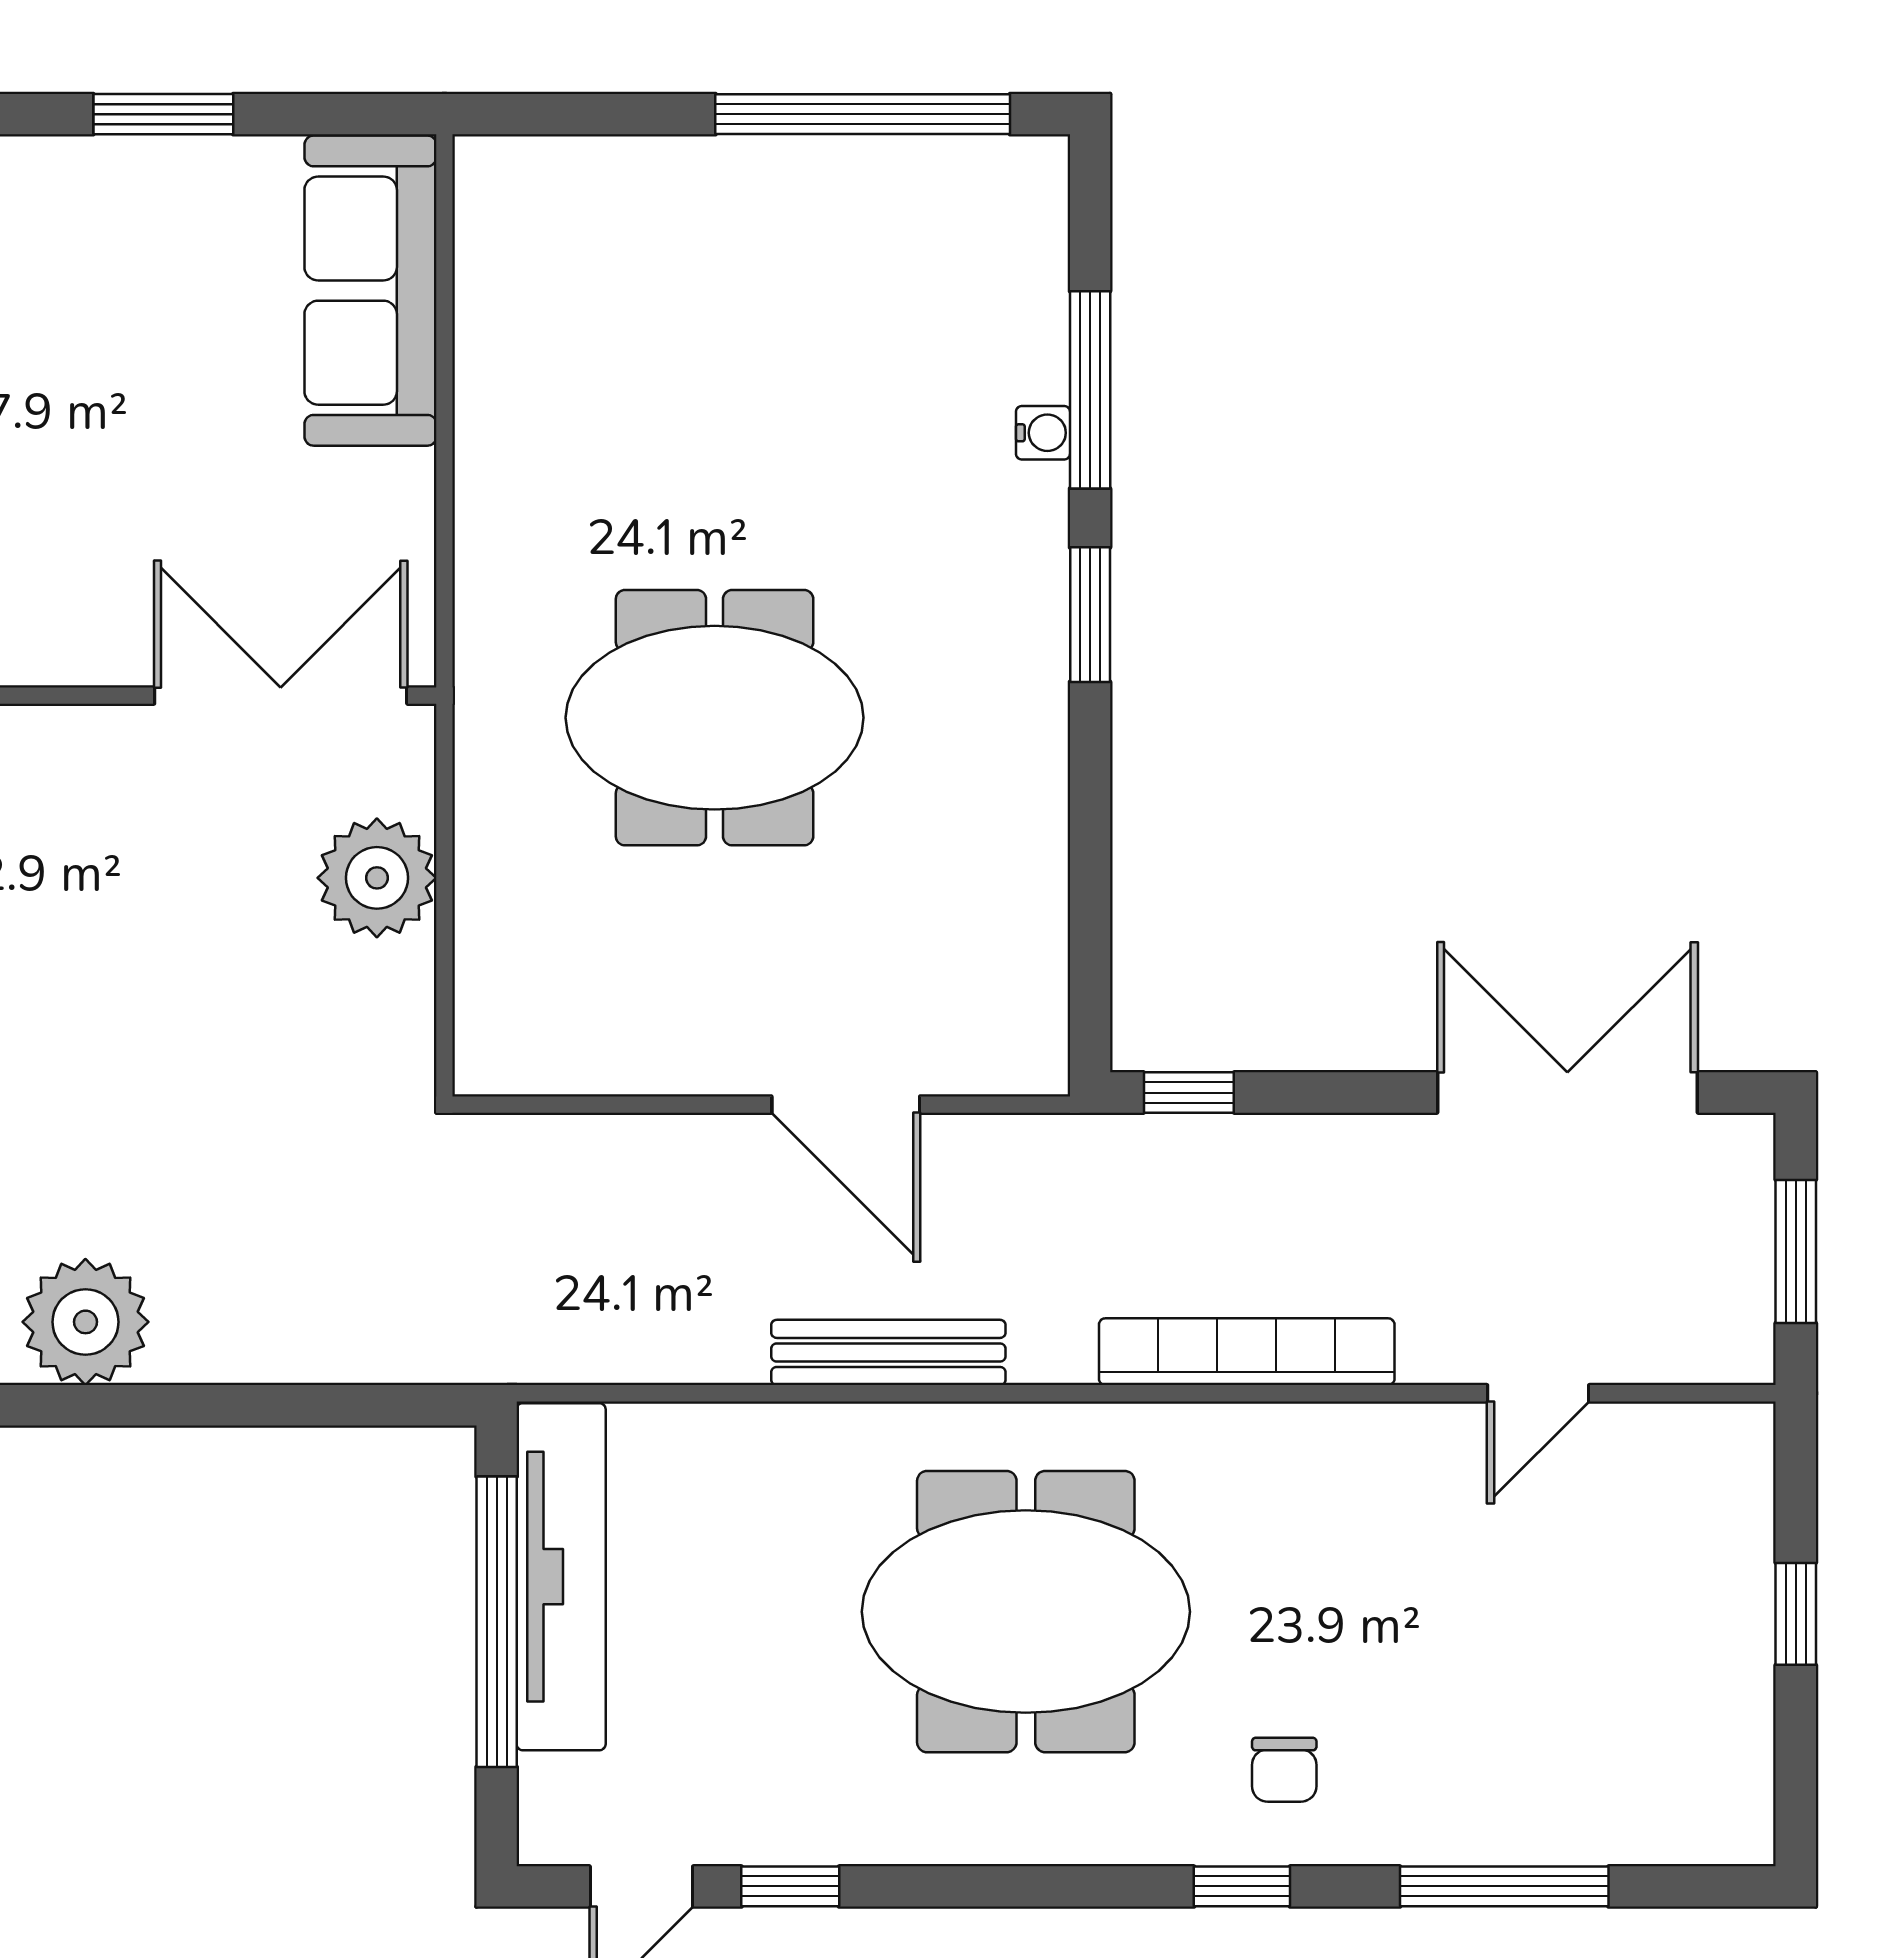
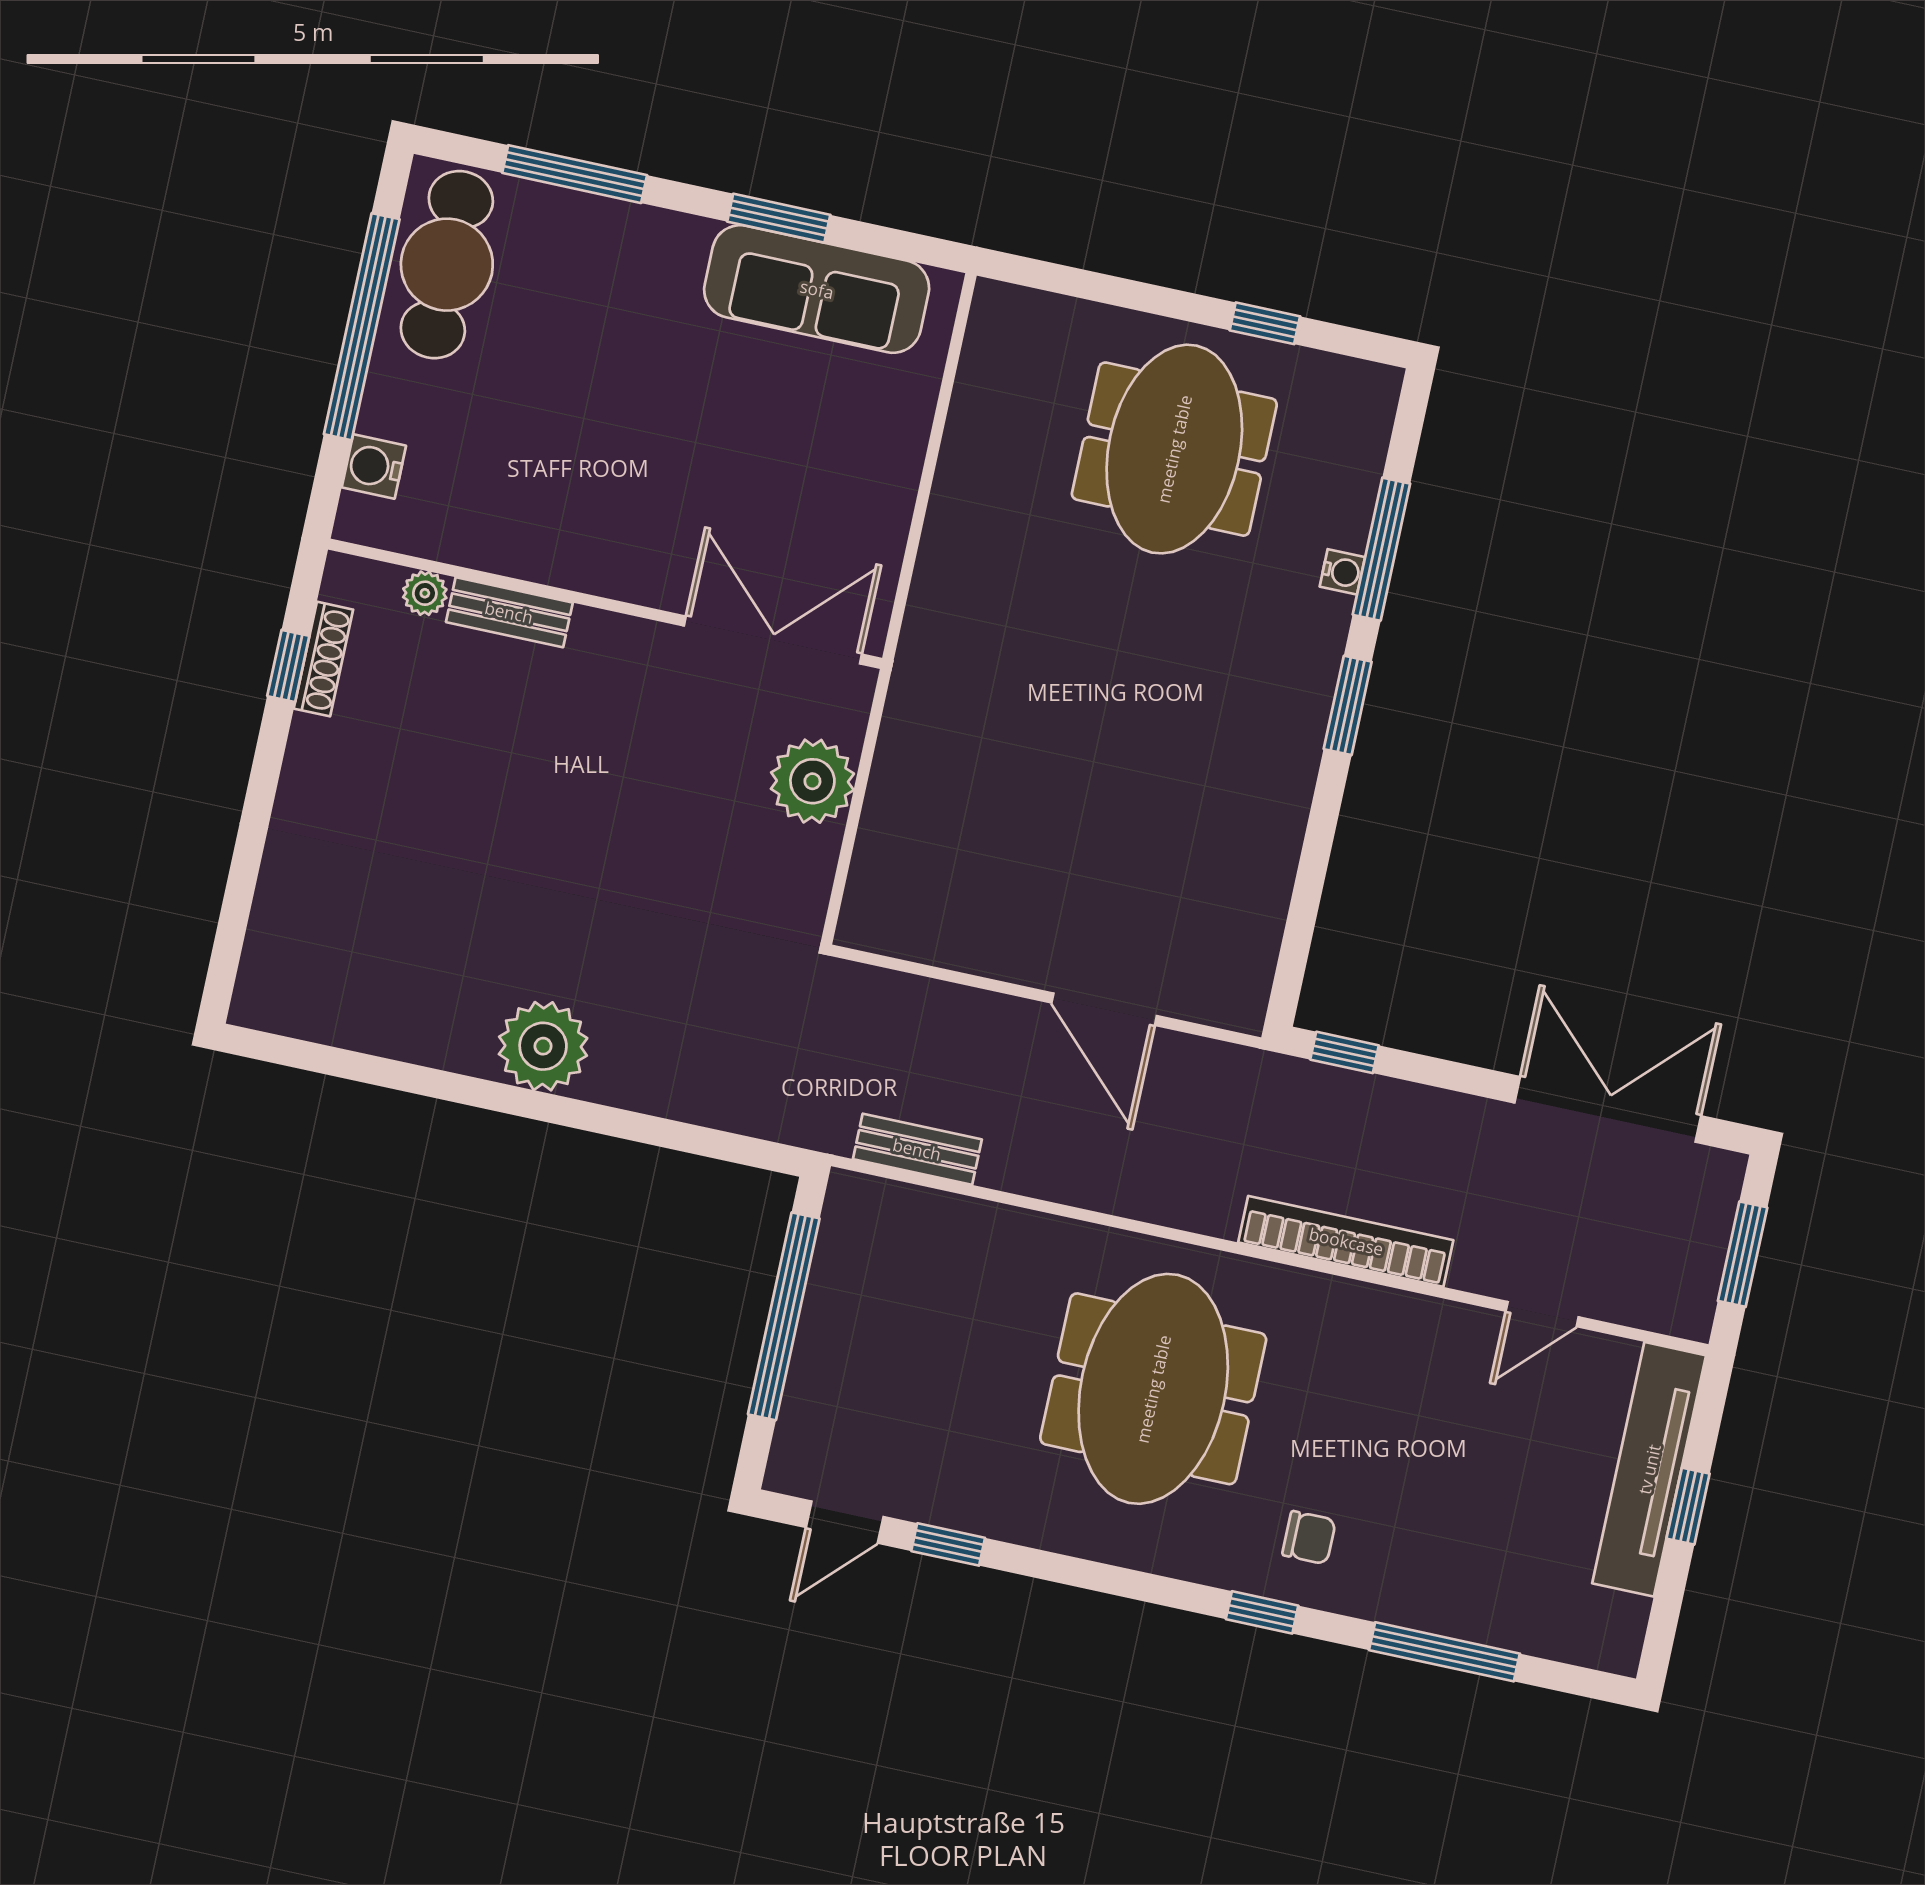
window: (863, 114) -> (1265, 323), width x0.32
sofa: (371, 291) -> (817, 289), moved, turned -90
meeting table: (715, 718) -> (1174, 449), moved, turned 90
bench: (888, 1352) -> (917, 1149), moved, width x0.73
tv unit: (561, 1577) -> (1649, 1469), moved, turned 180
meeting table: (1026, 1612) -> (1153, 1389), turned 90
chair: (1284, 1770) -> (1309, 1538), turned -90

